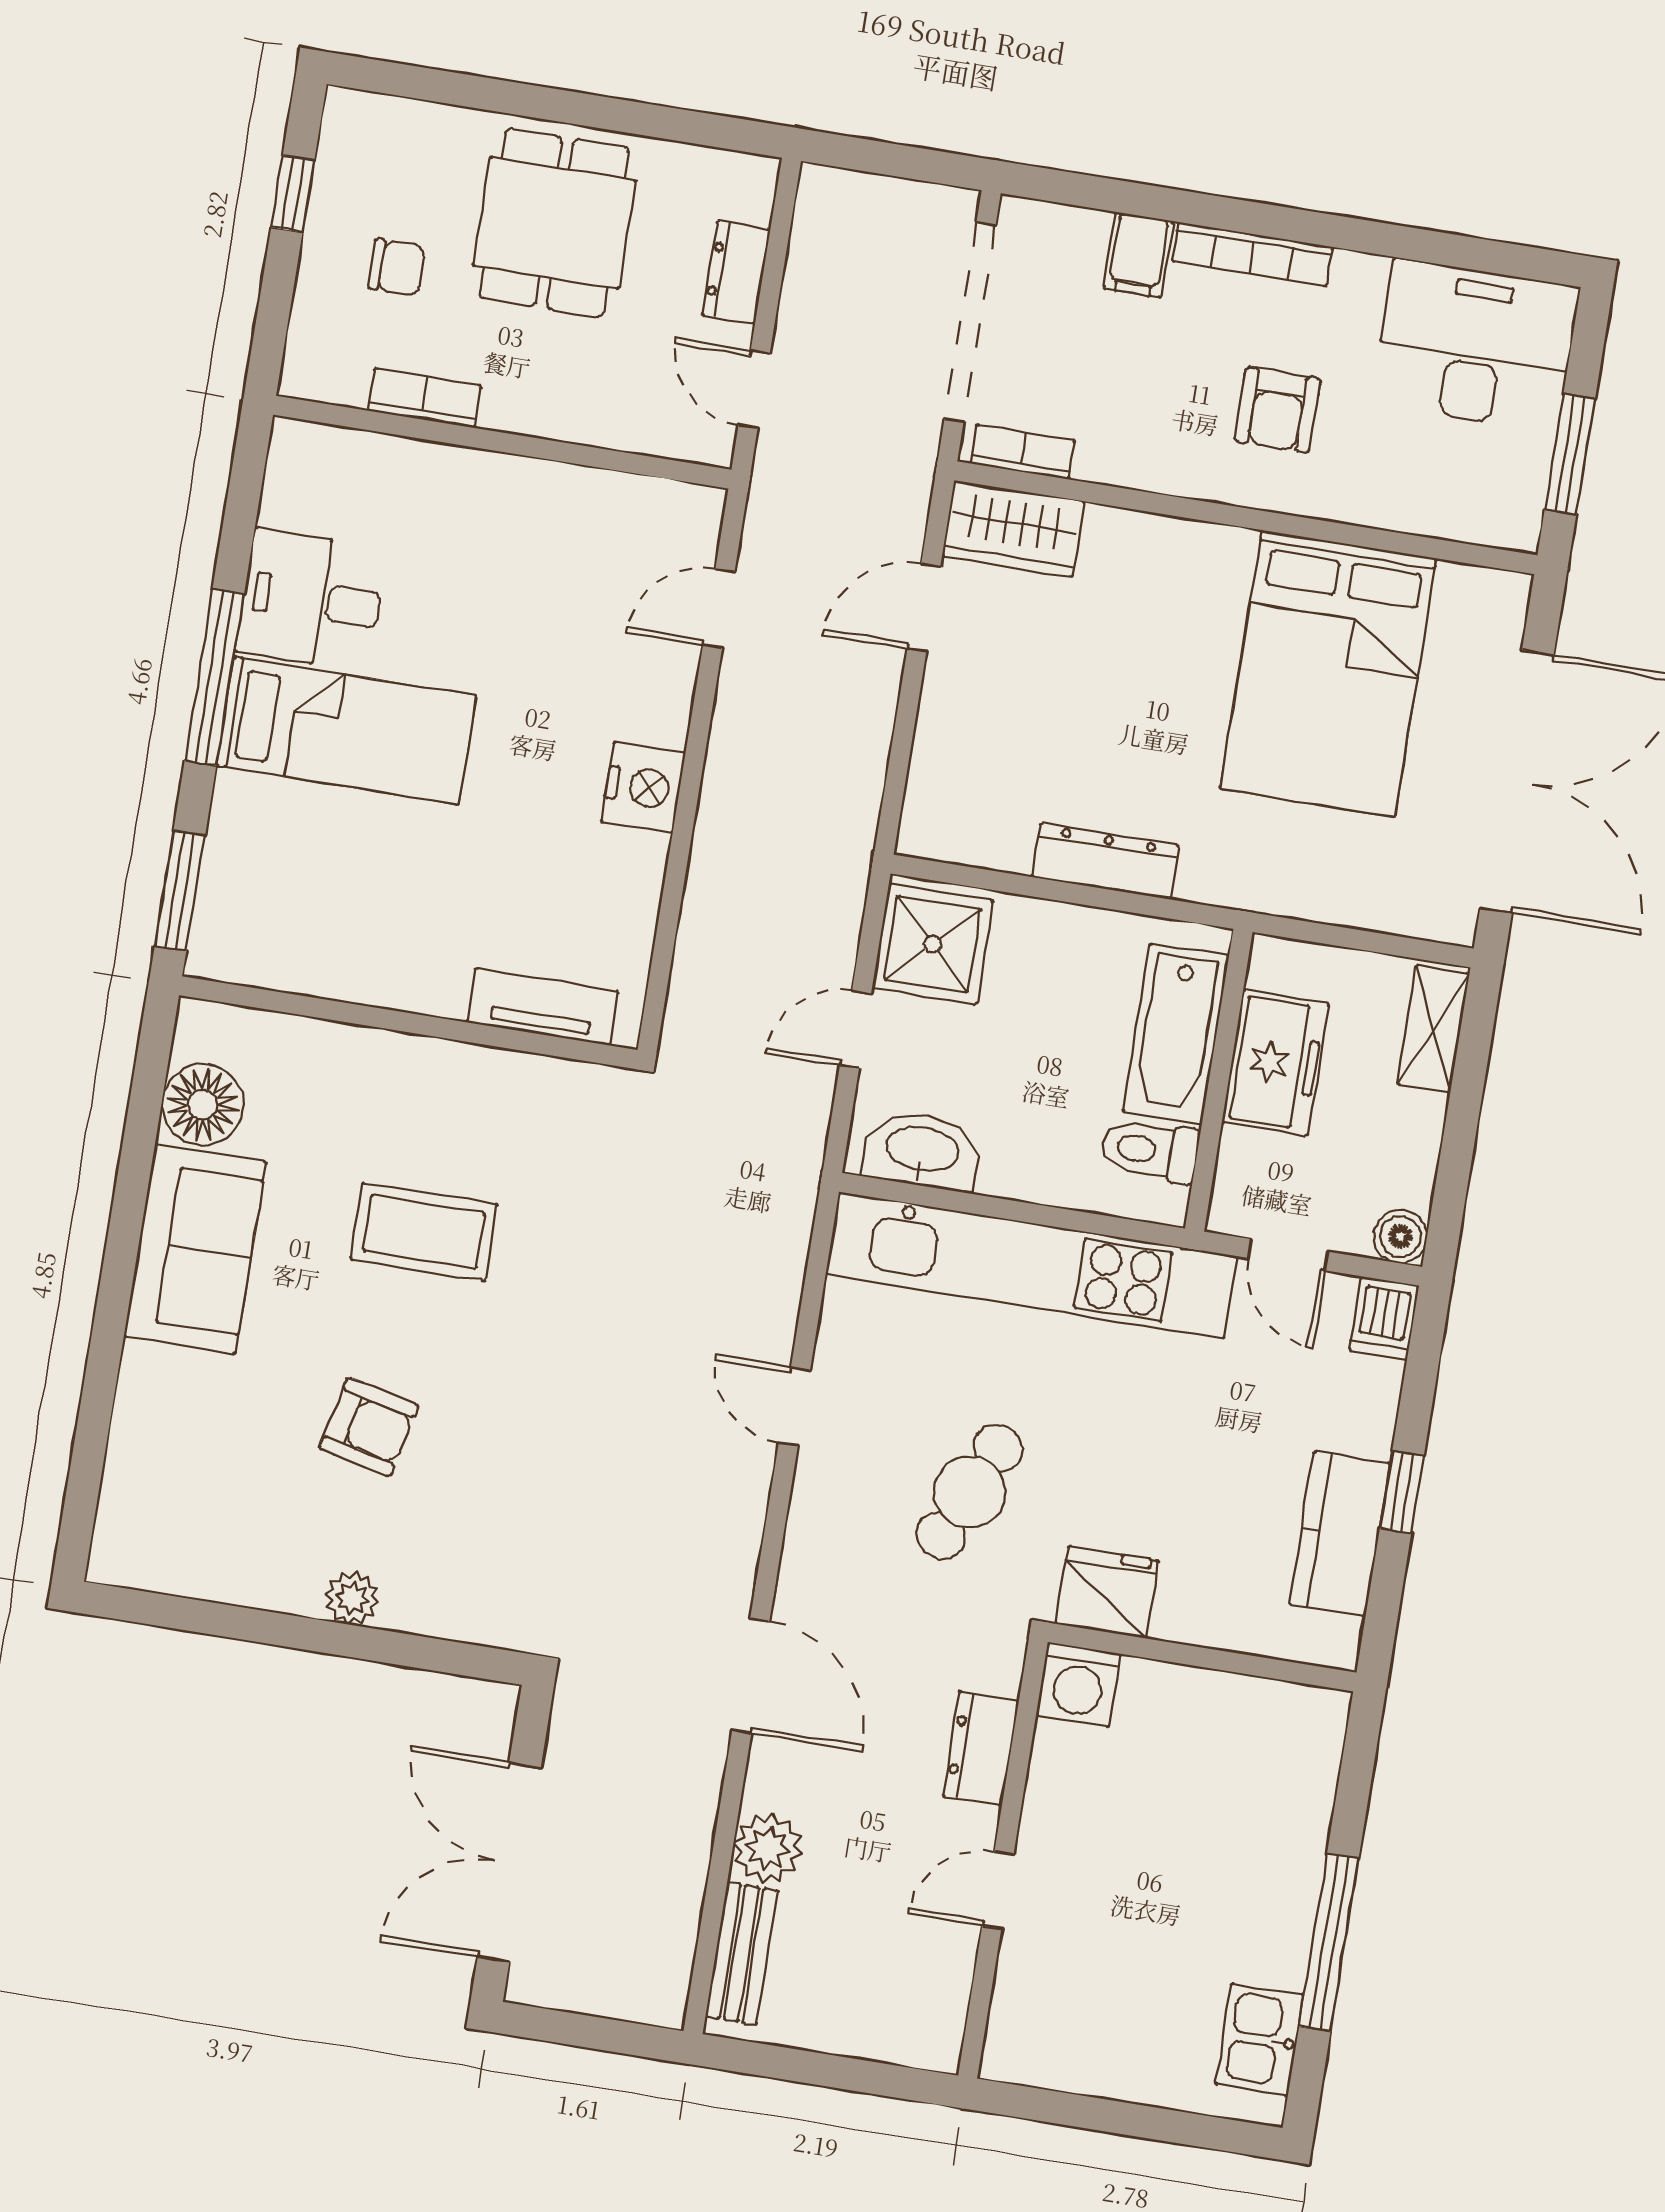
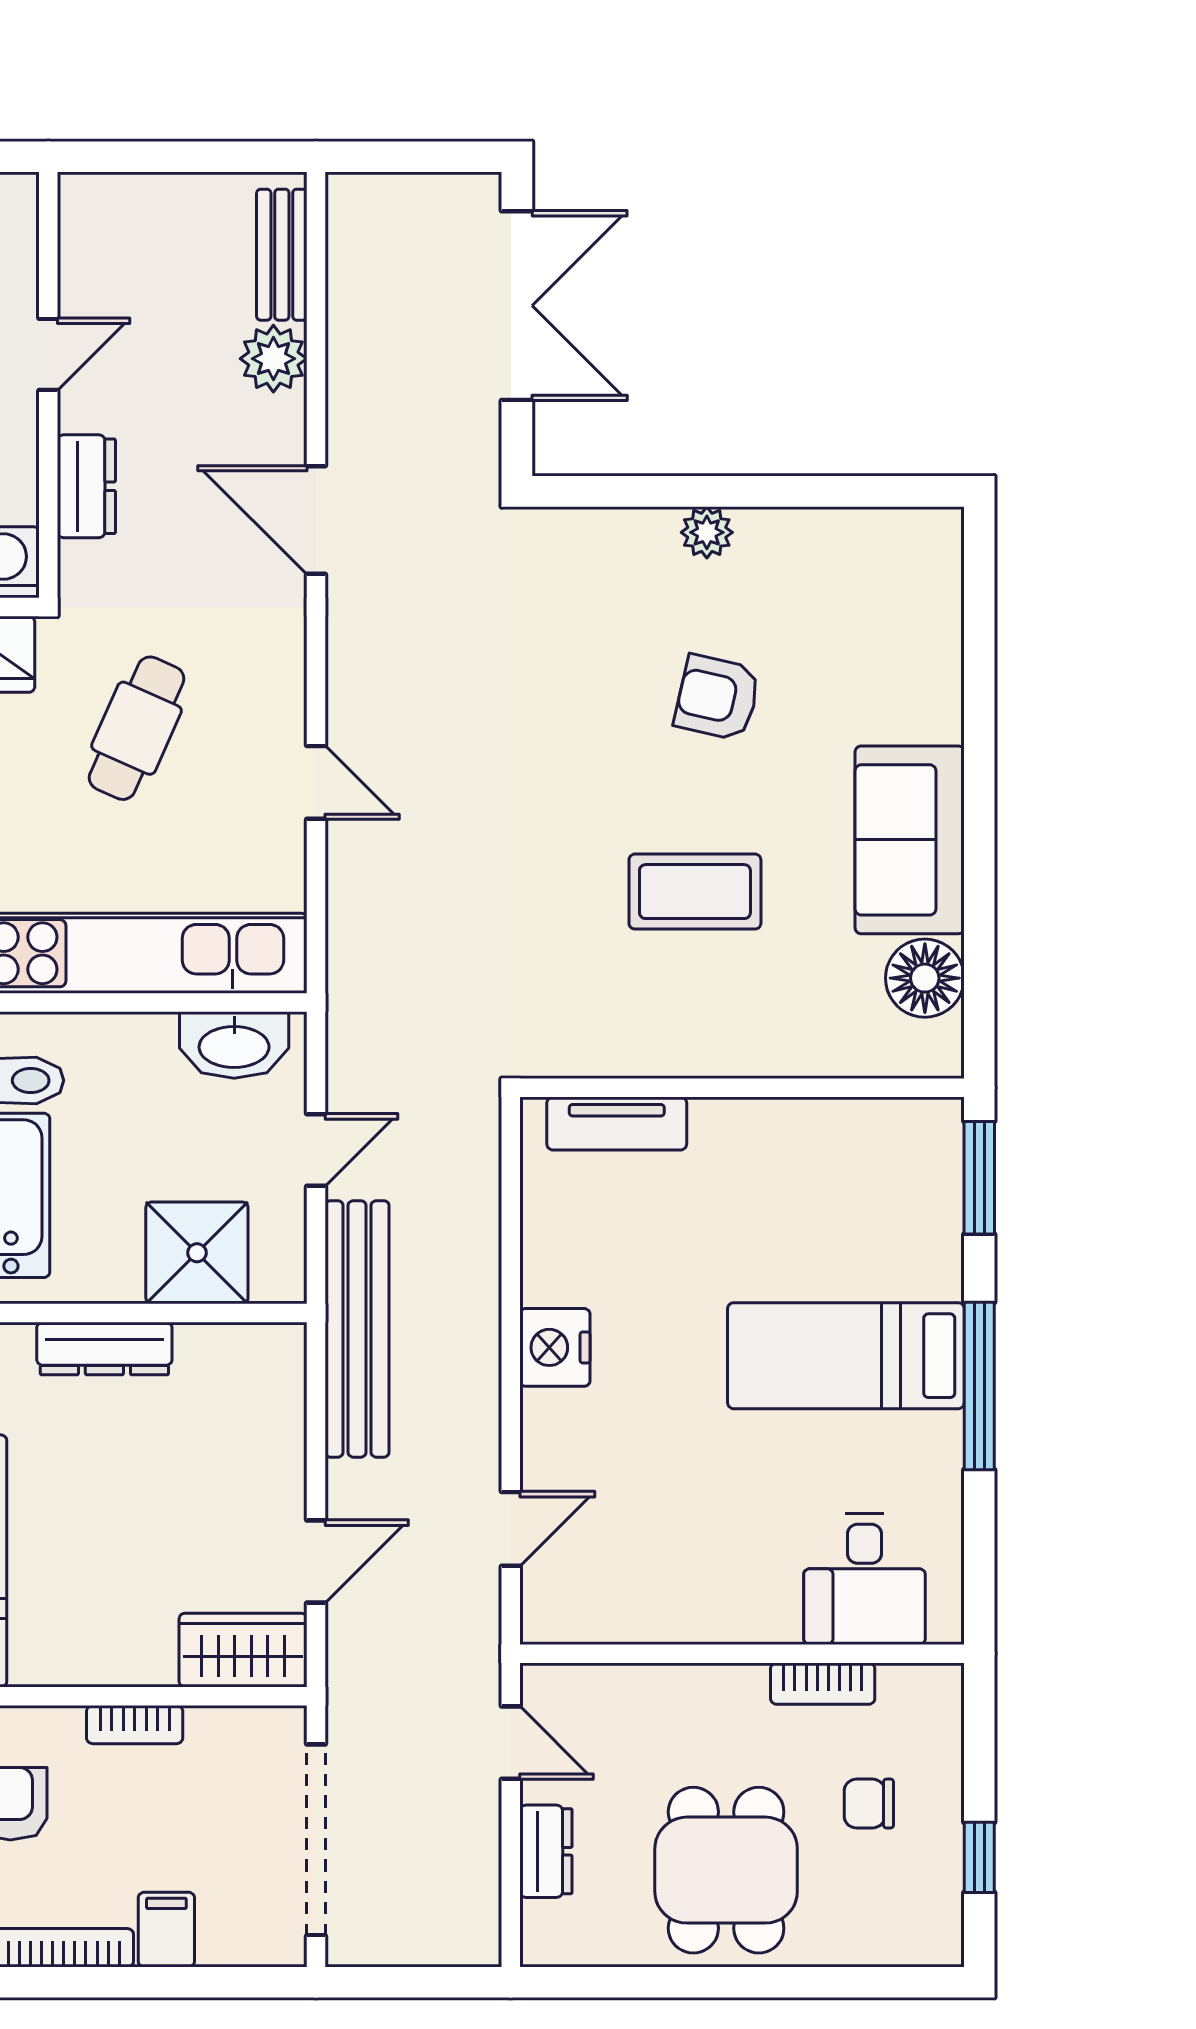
bookcase: (1023, 452) -> (135, 1725), moved
desk: (312, 600) -> (864, 1579), moved, turned 90
bench: (843, 839) -> (357, 1329), added
shower: (933, 944) -> (197, 1253), moved

